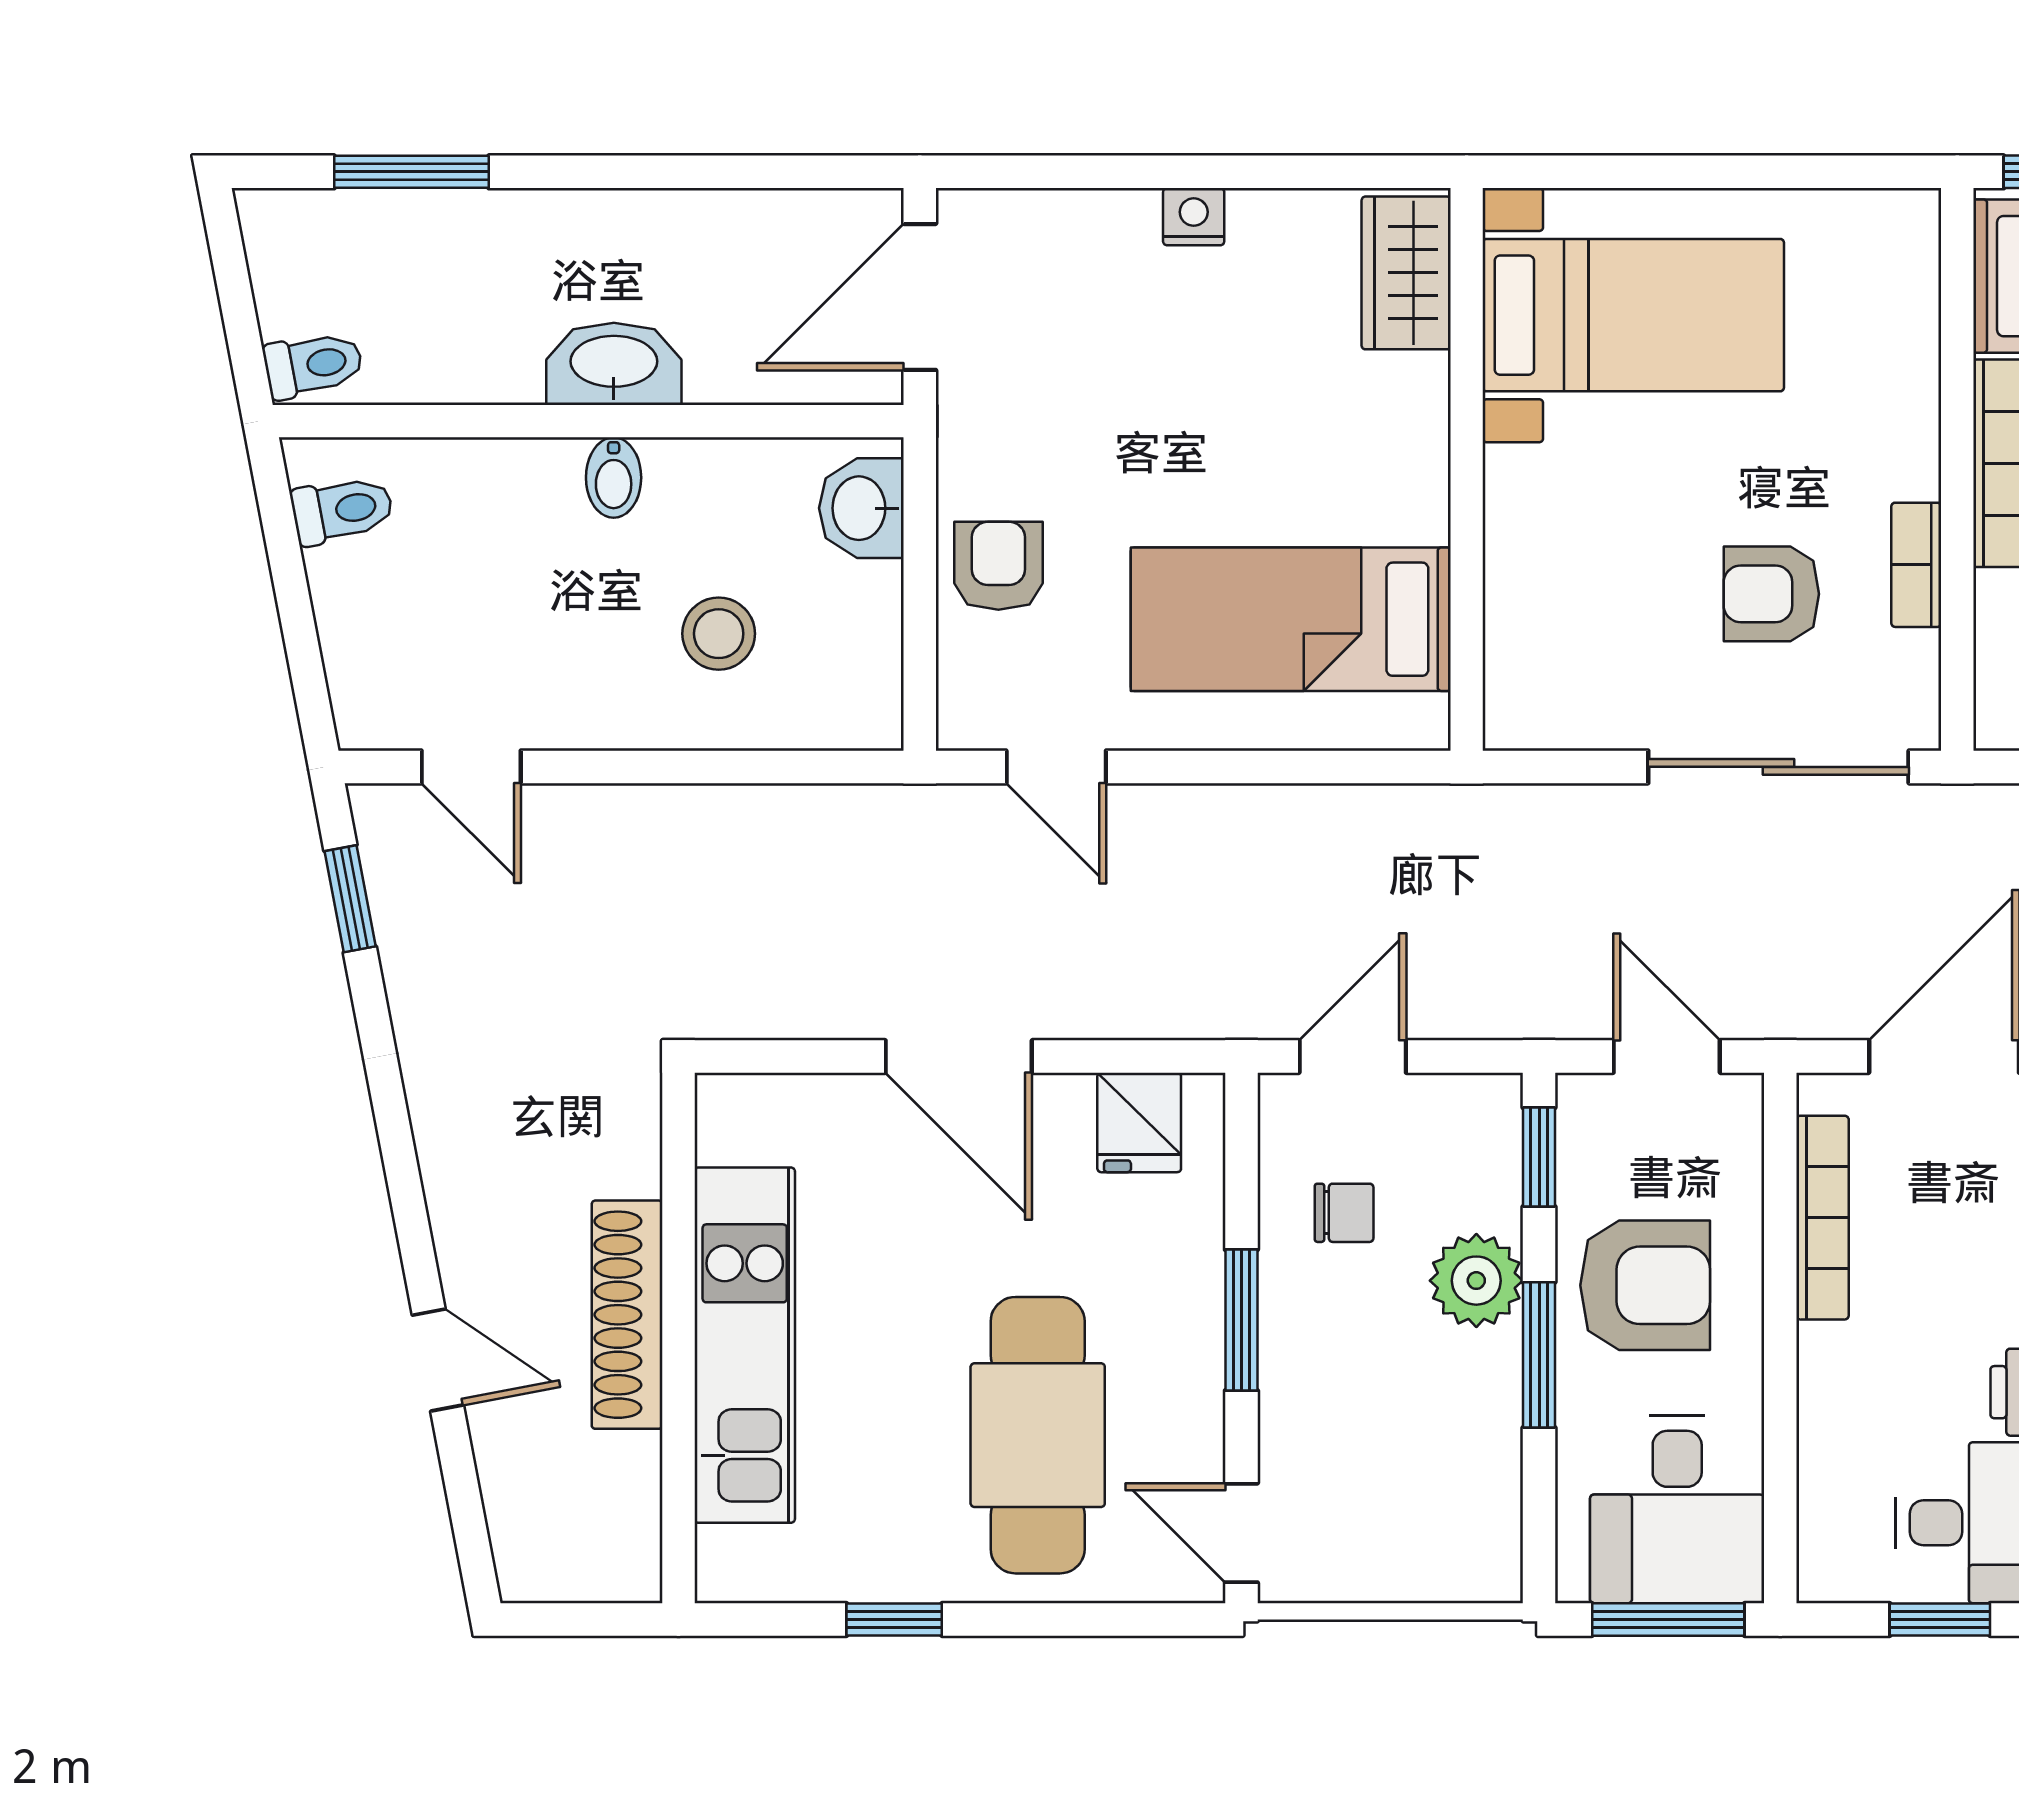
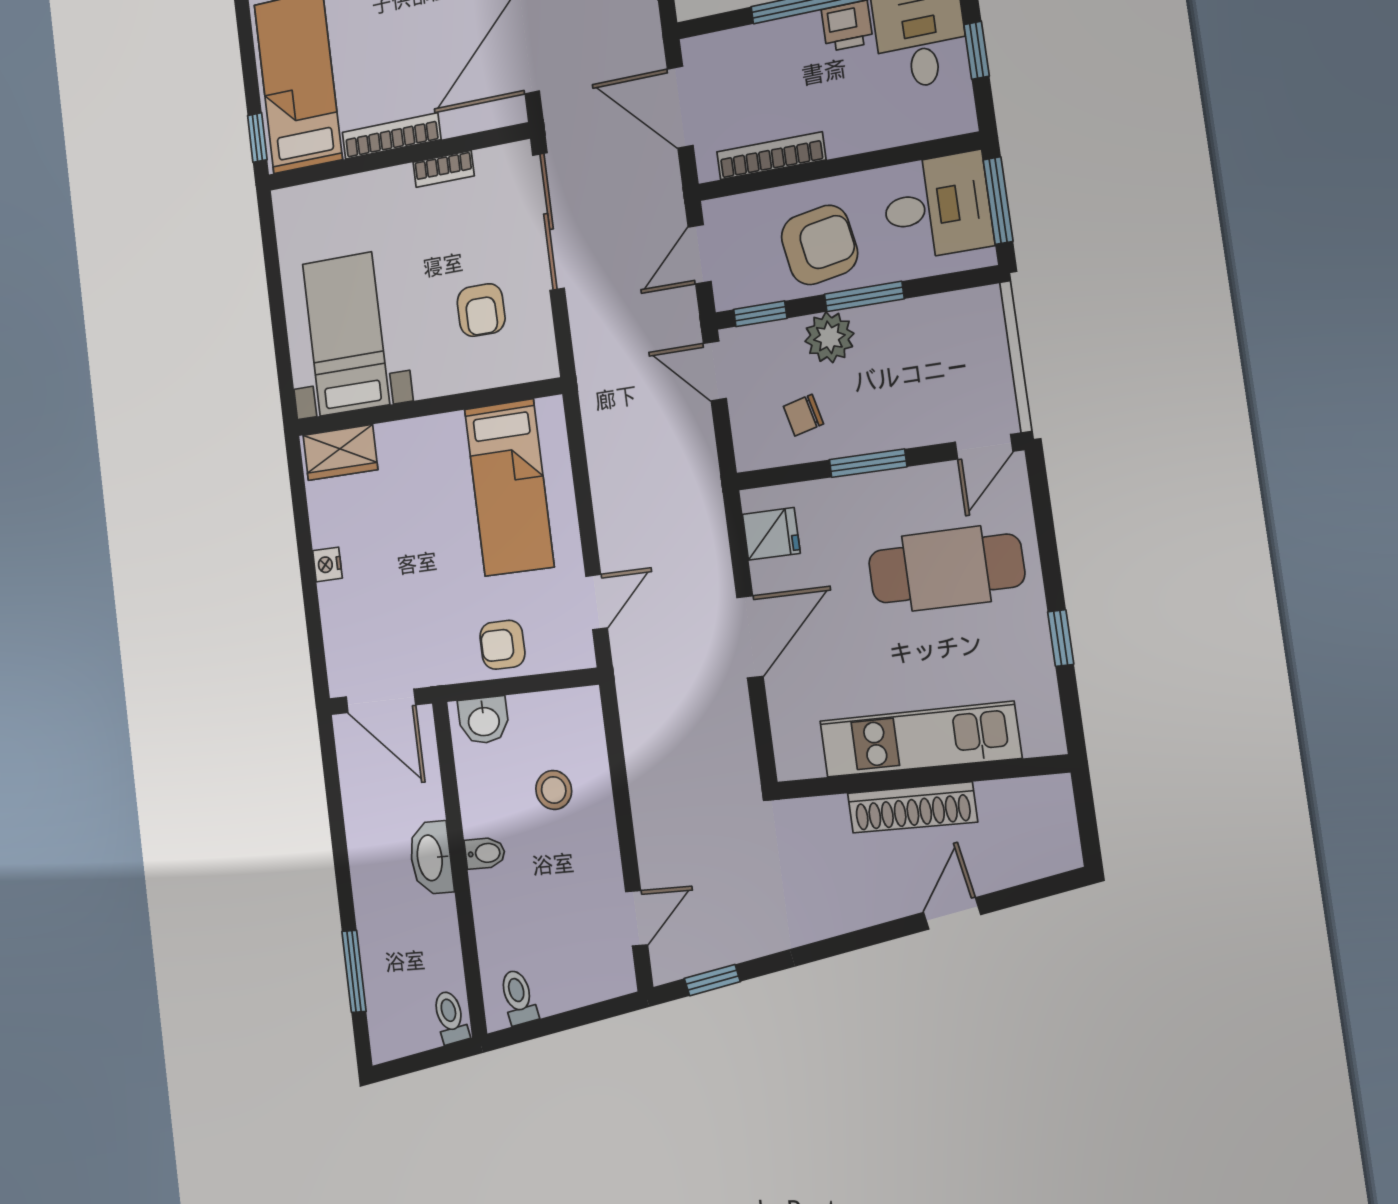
armchair: (1771, 594) -> (481, 310), moved
door: (1353, 1056) -> (715, 371), moved
chair: (1344, 1213) -> (803, 415), turned -104
armchair: (1645, 1285) -> (819, 245), turned 80

